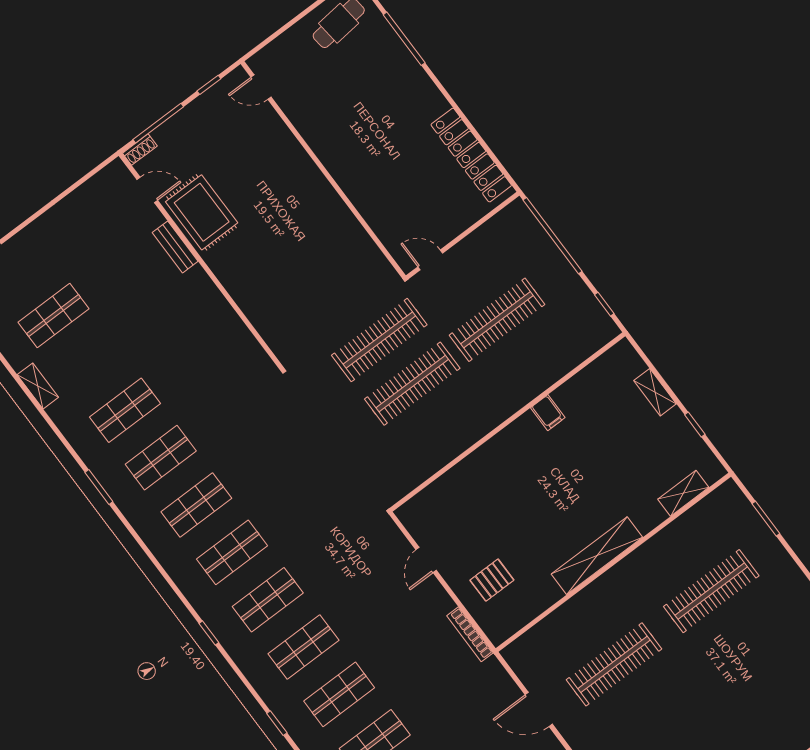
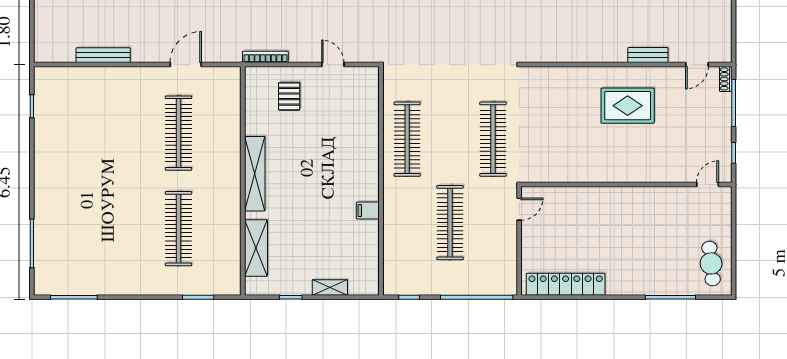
rug: (202, 212) -> (628, 106), moved
clothes rail: (412, 384) -> (407, 139), moved
shelving: (683, 493) -> (256, 248), width x1.50, depth x1.33

